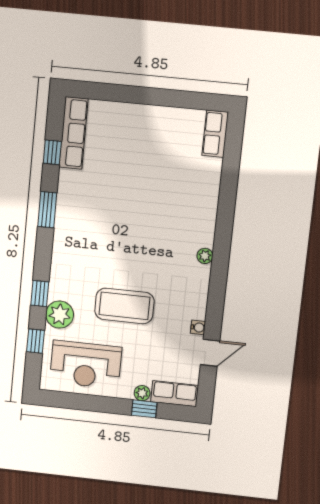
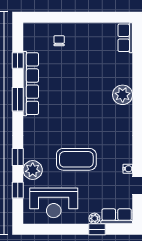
chair: (116, 129) -> (59, 41), added
row of seats: (73, 133) -> (31, 84), moved, width x1.36
plant: (205, 256) -> (123, 95), moved, width x1.88, depth x1.88

